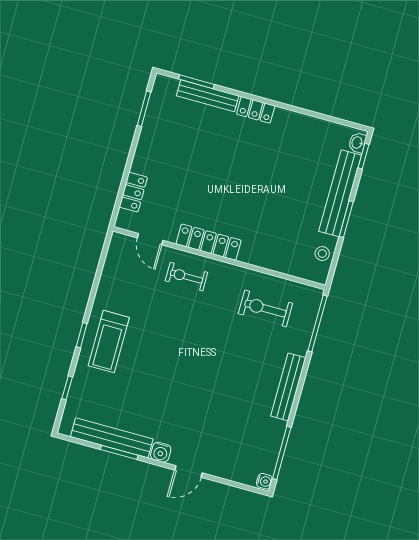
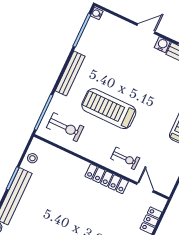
exercise bike: (265, 308) -> (65, 127), moved
treadmill: (223, 345) -> (109, 109), added

